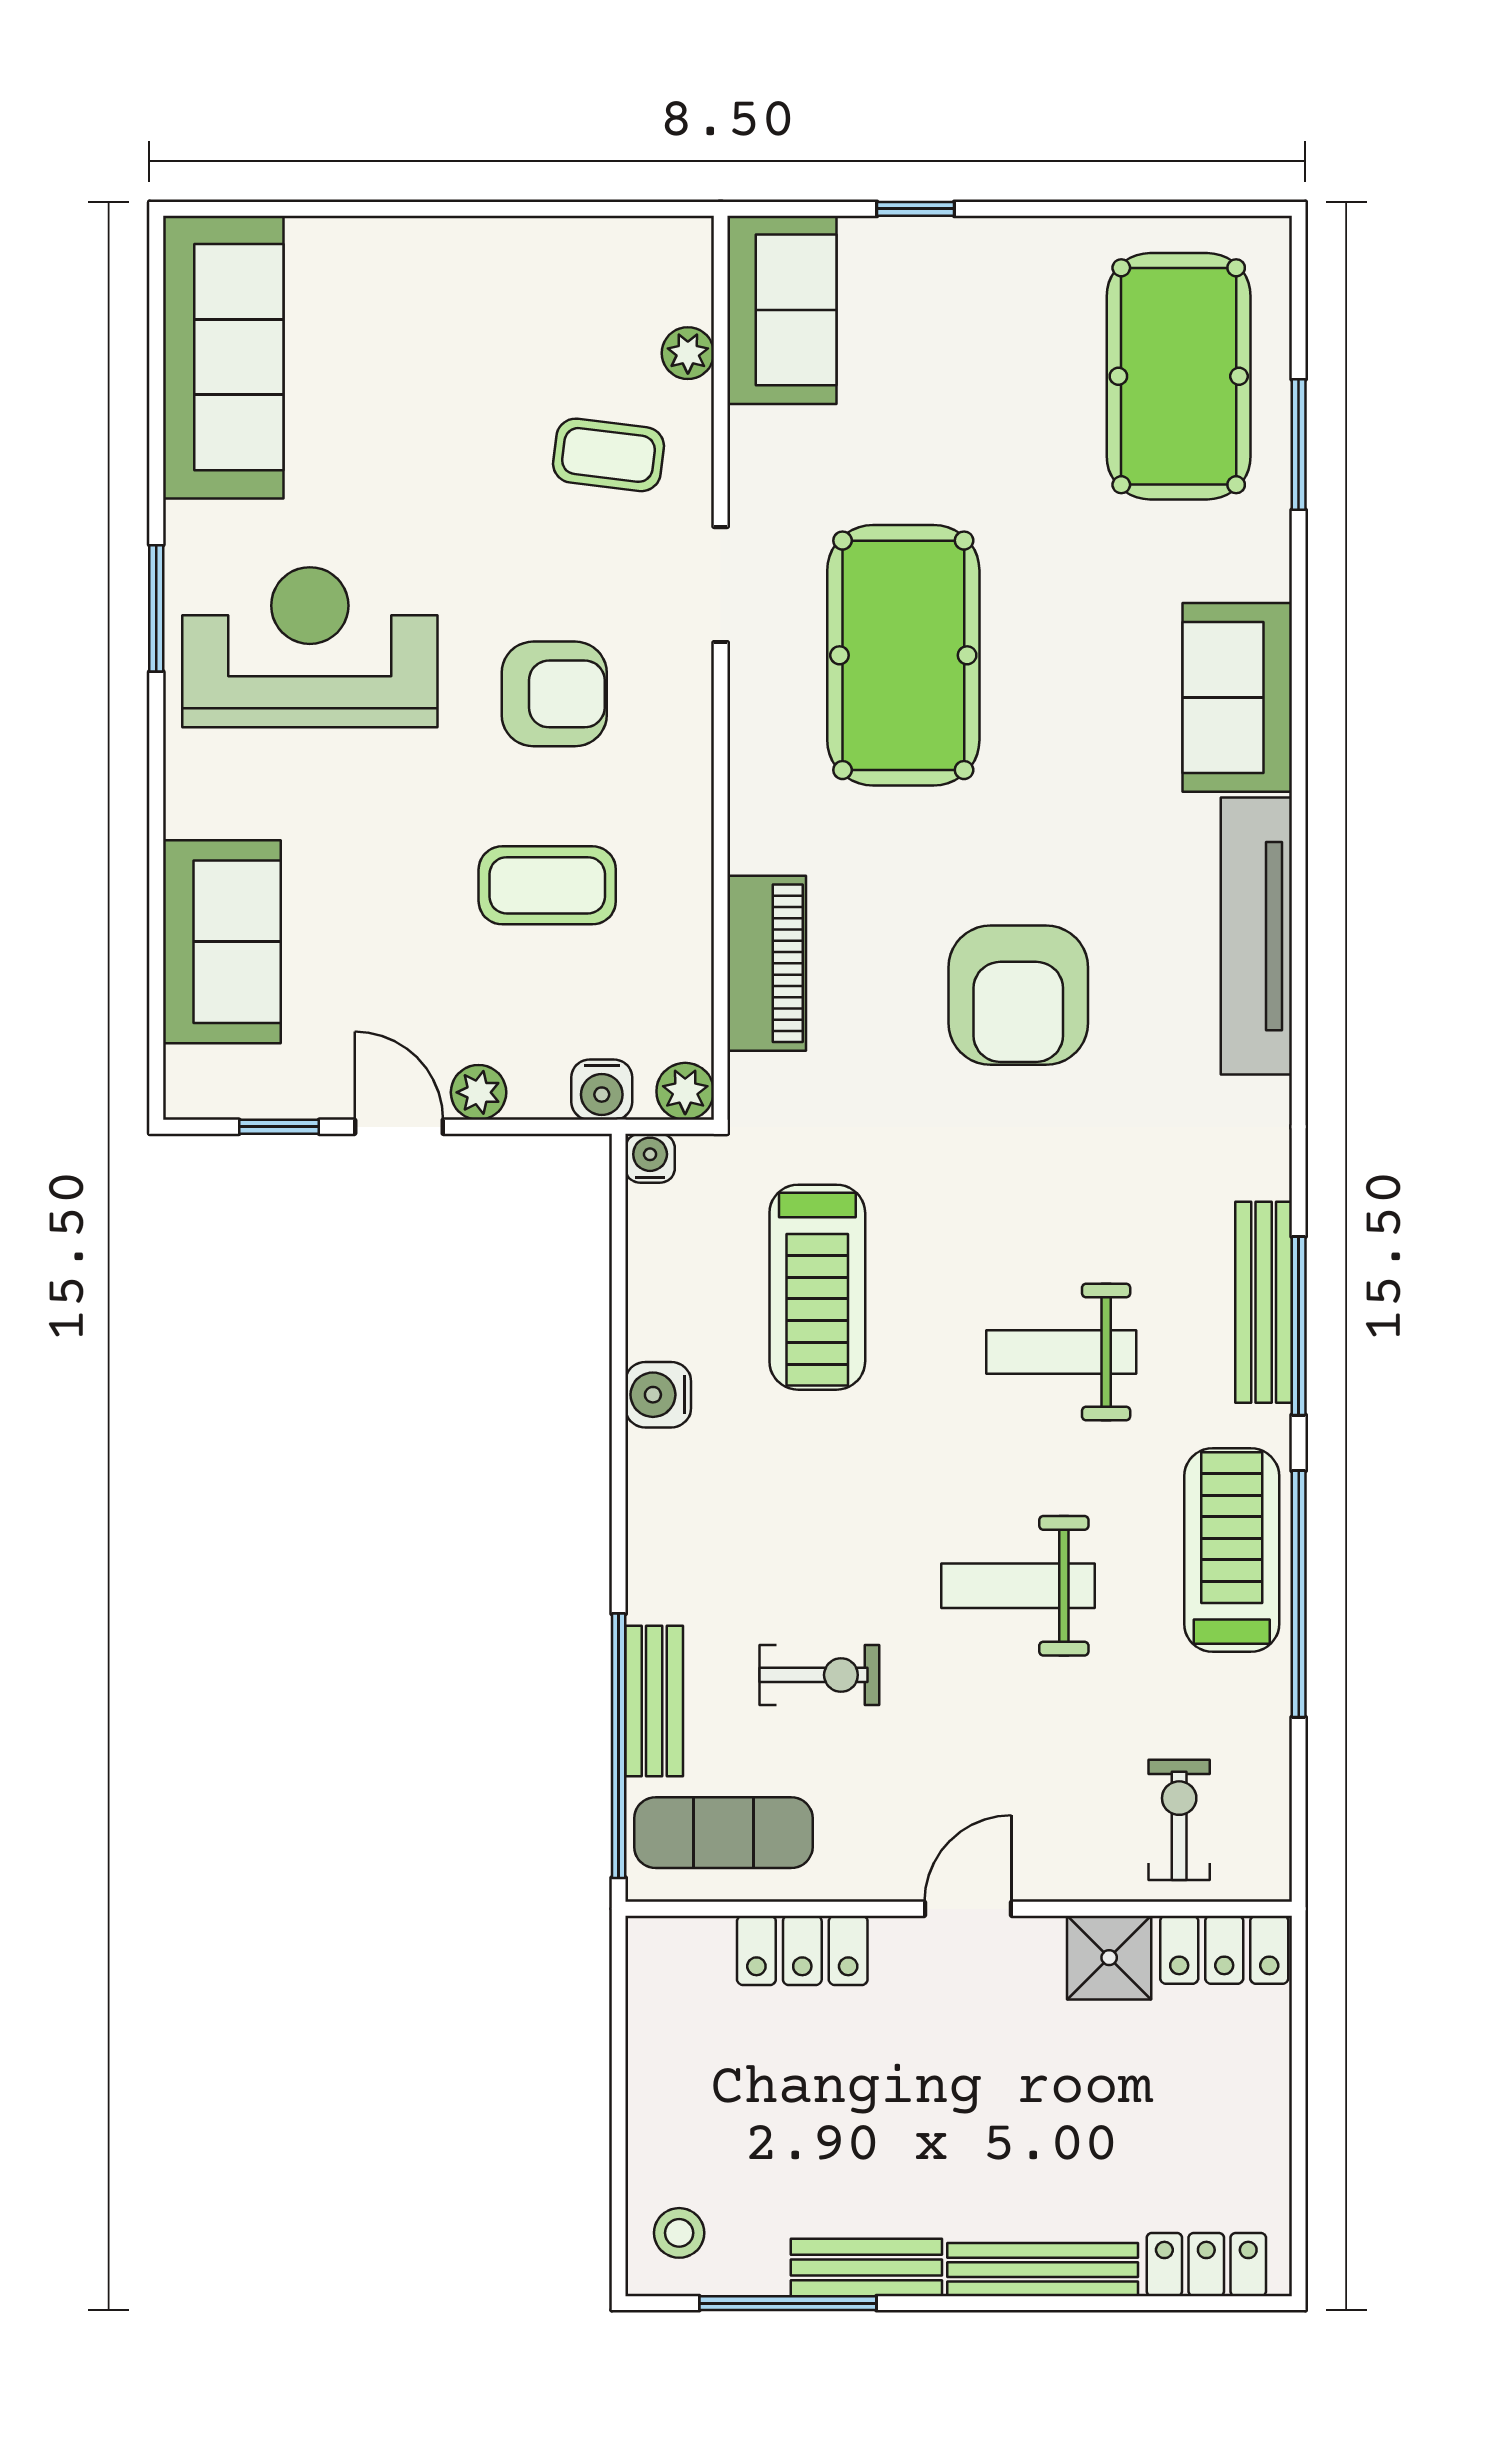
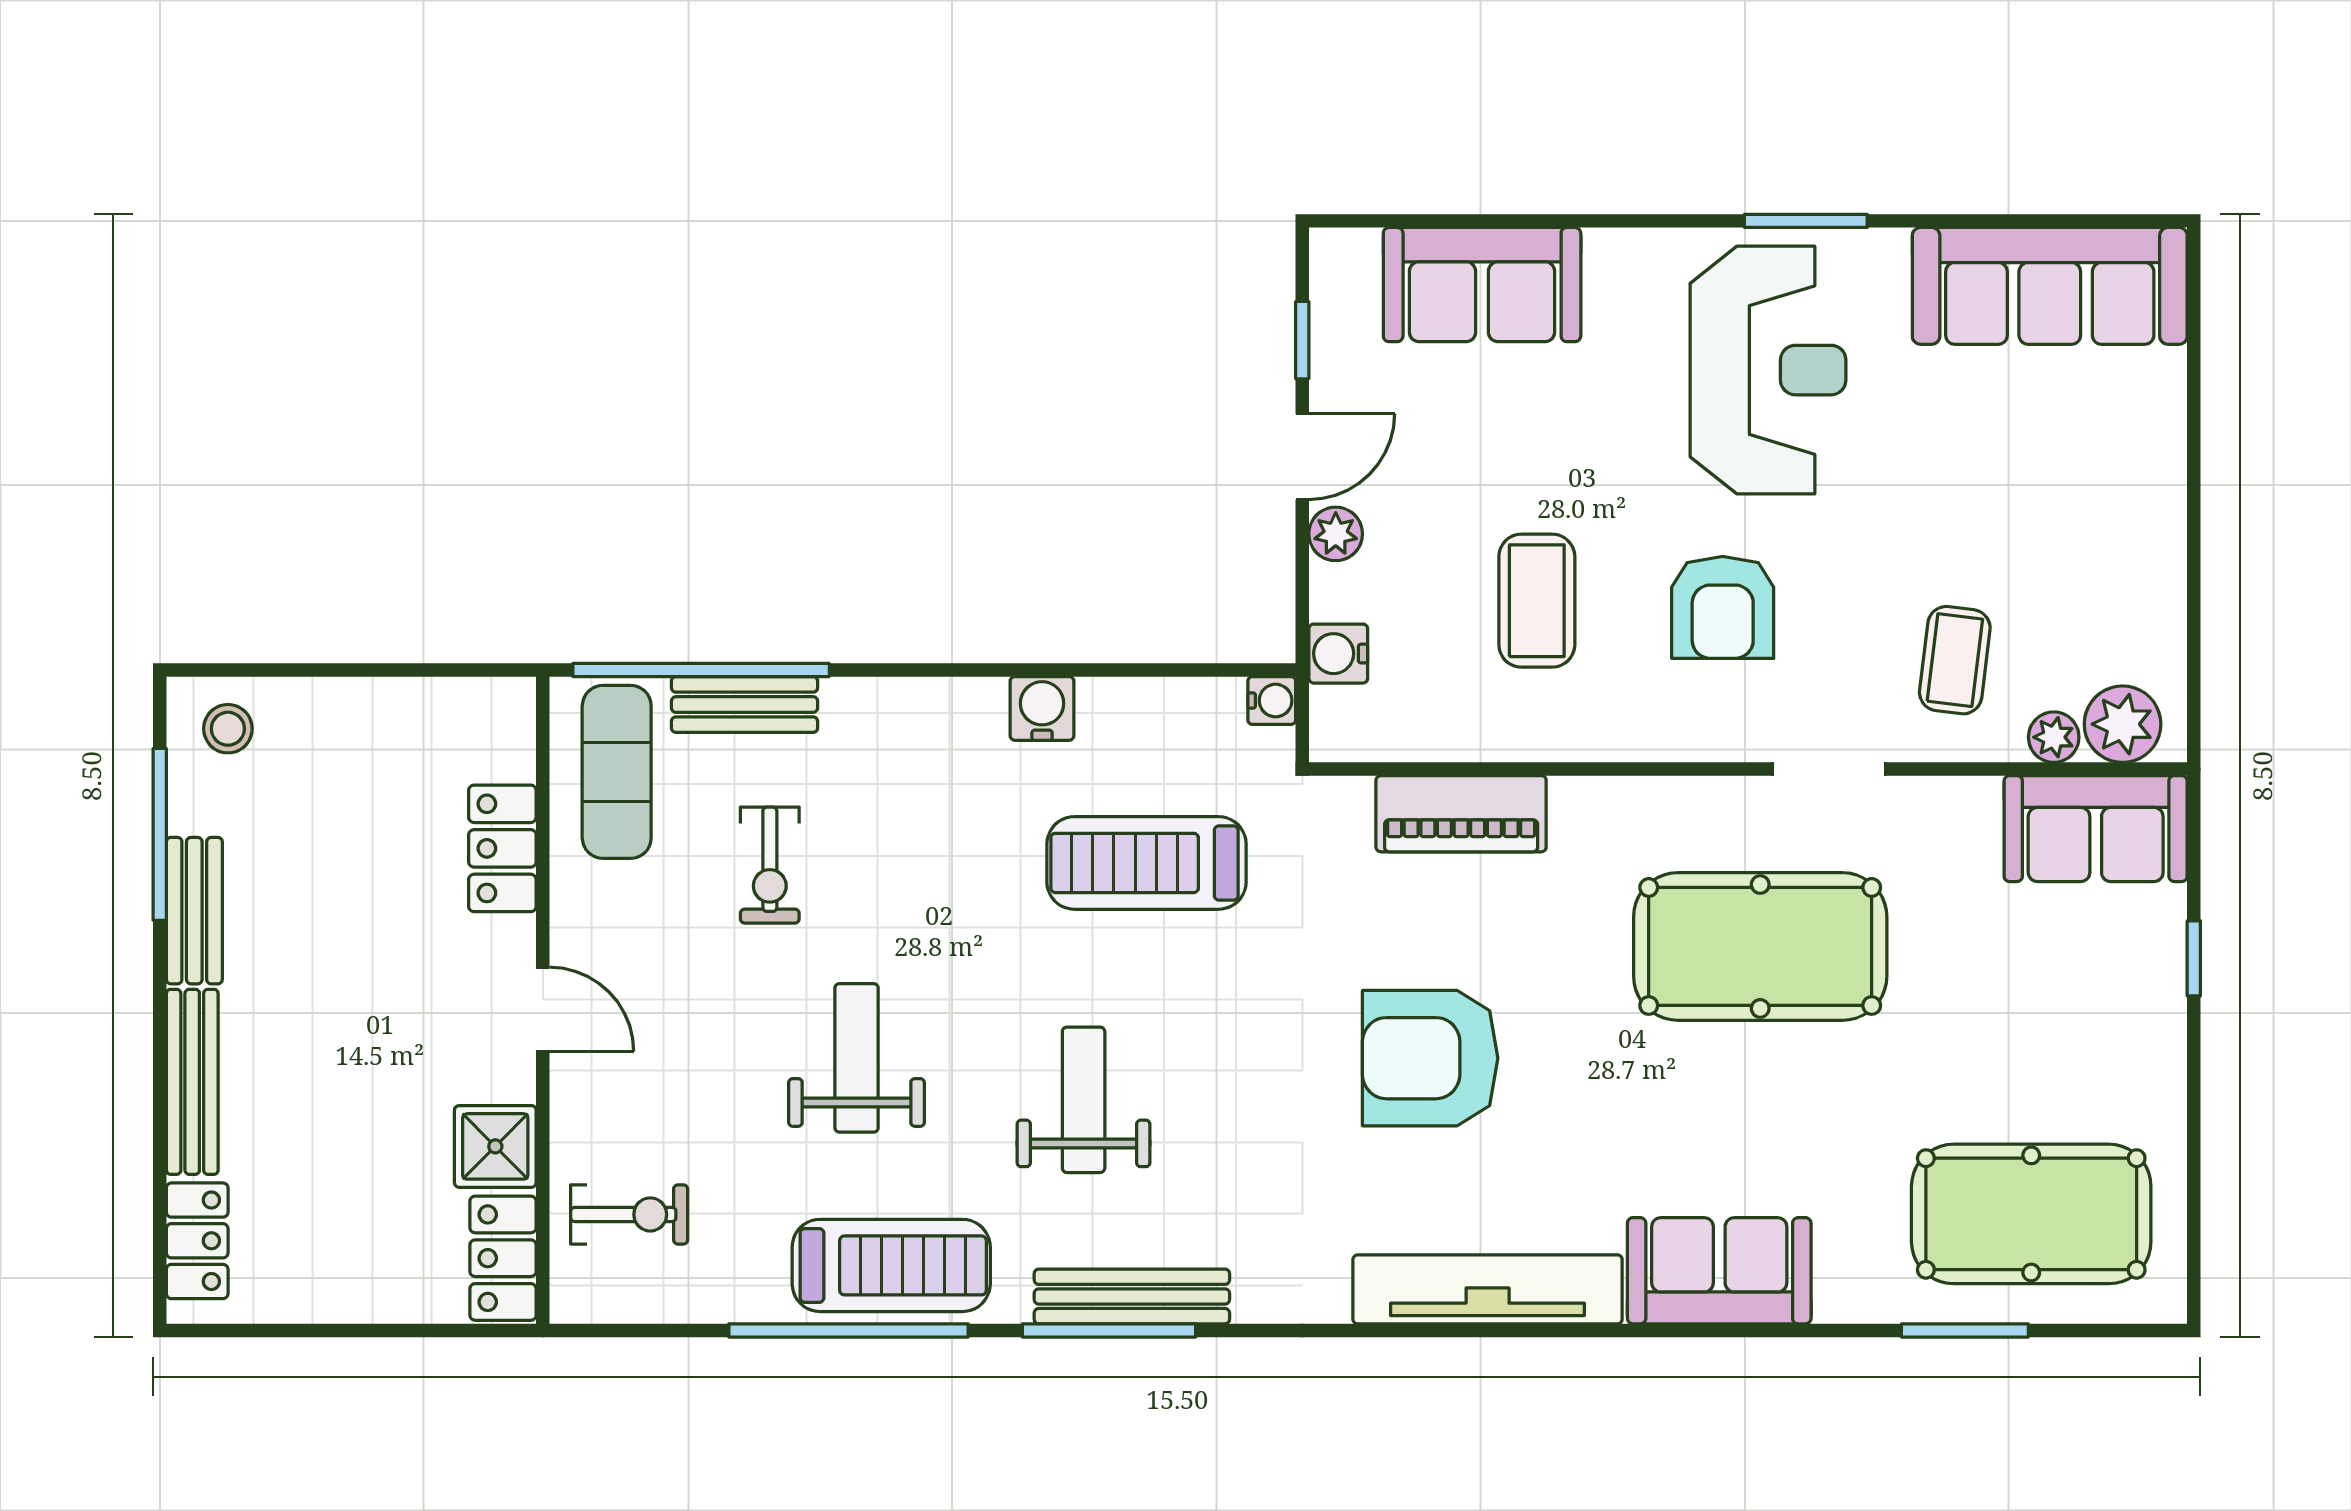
plant: (685, 1091) -> (2123, 724), moved, width x1.38, depth x1.38

